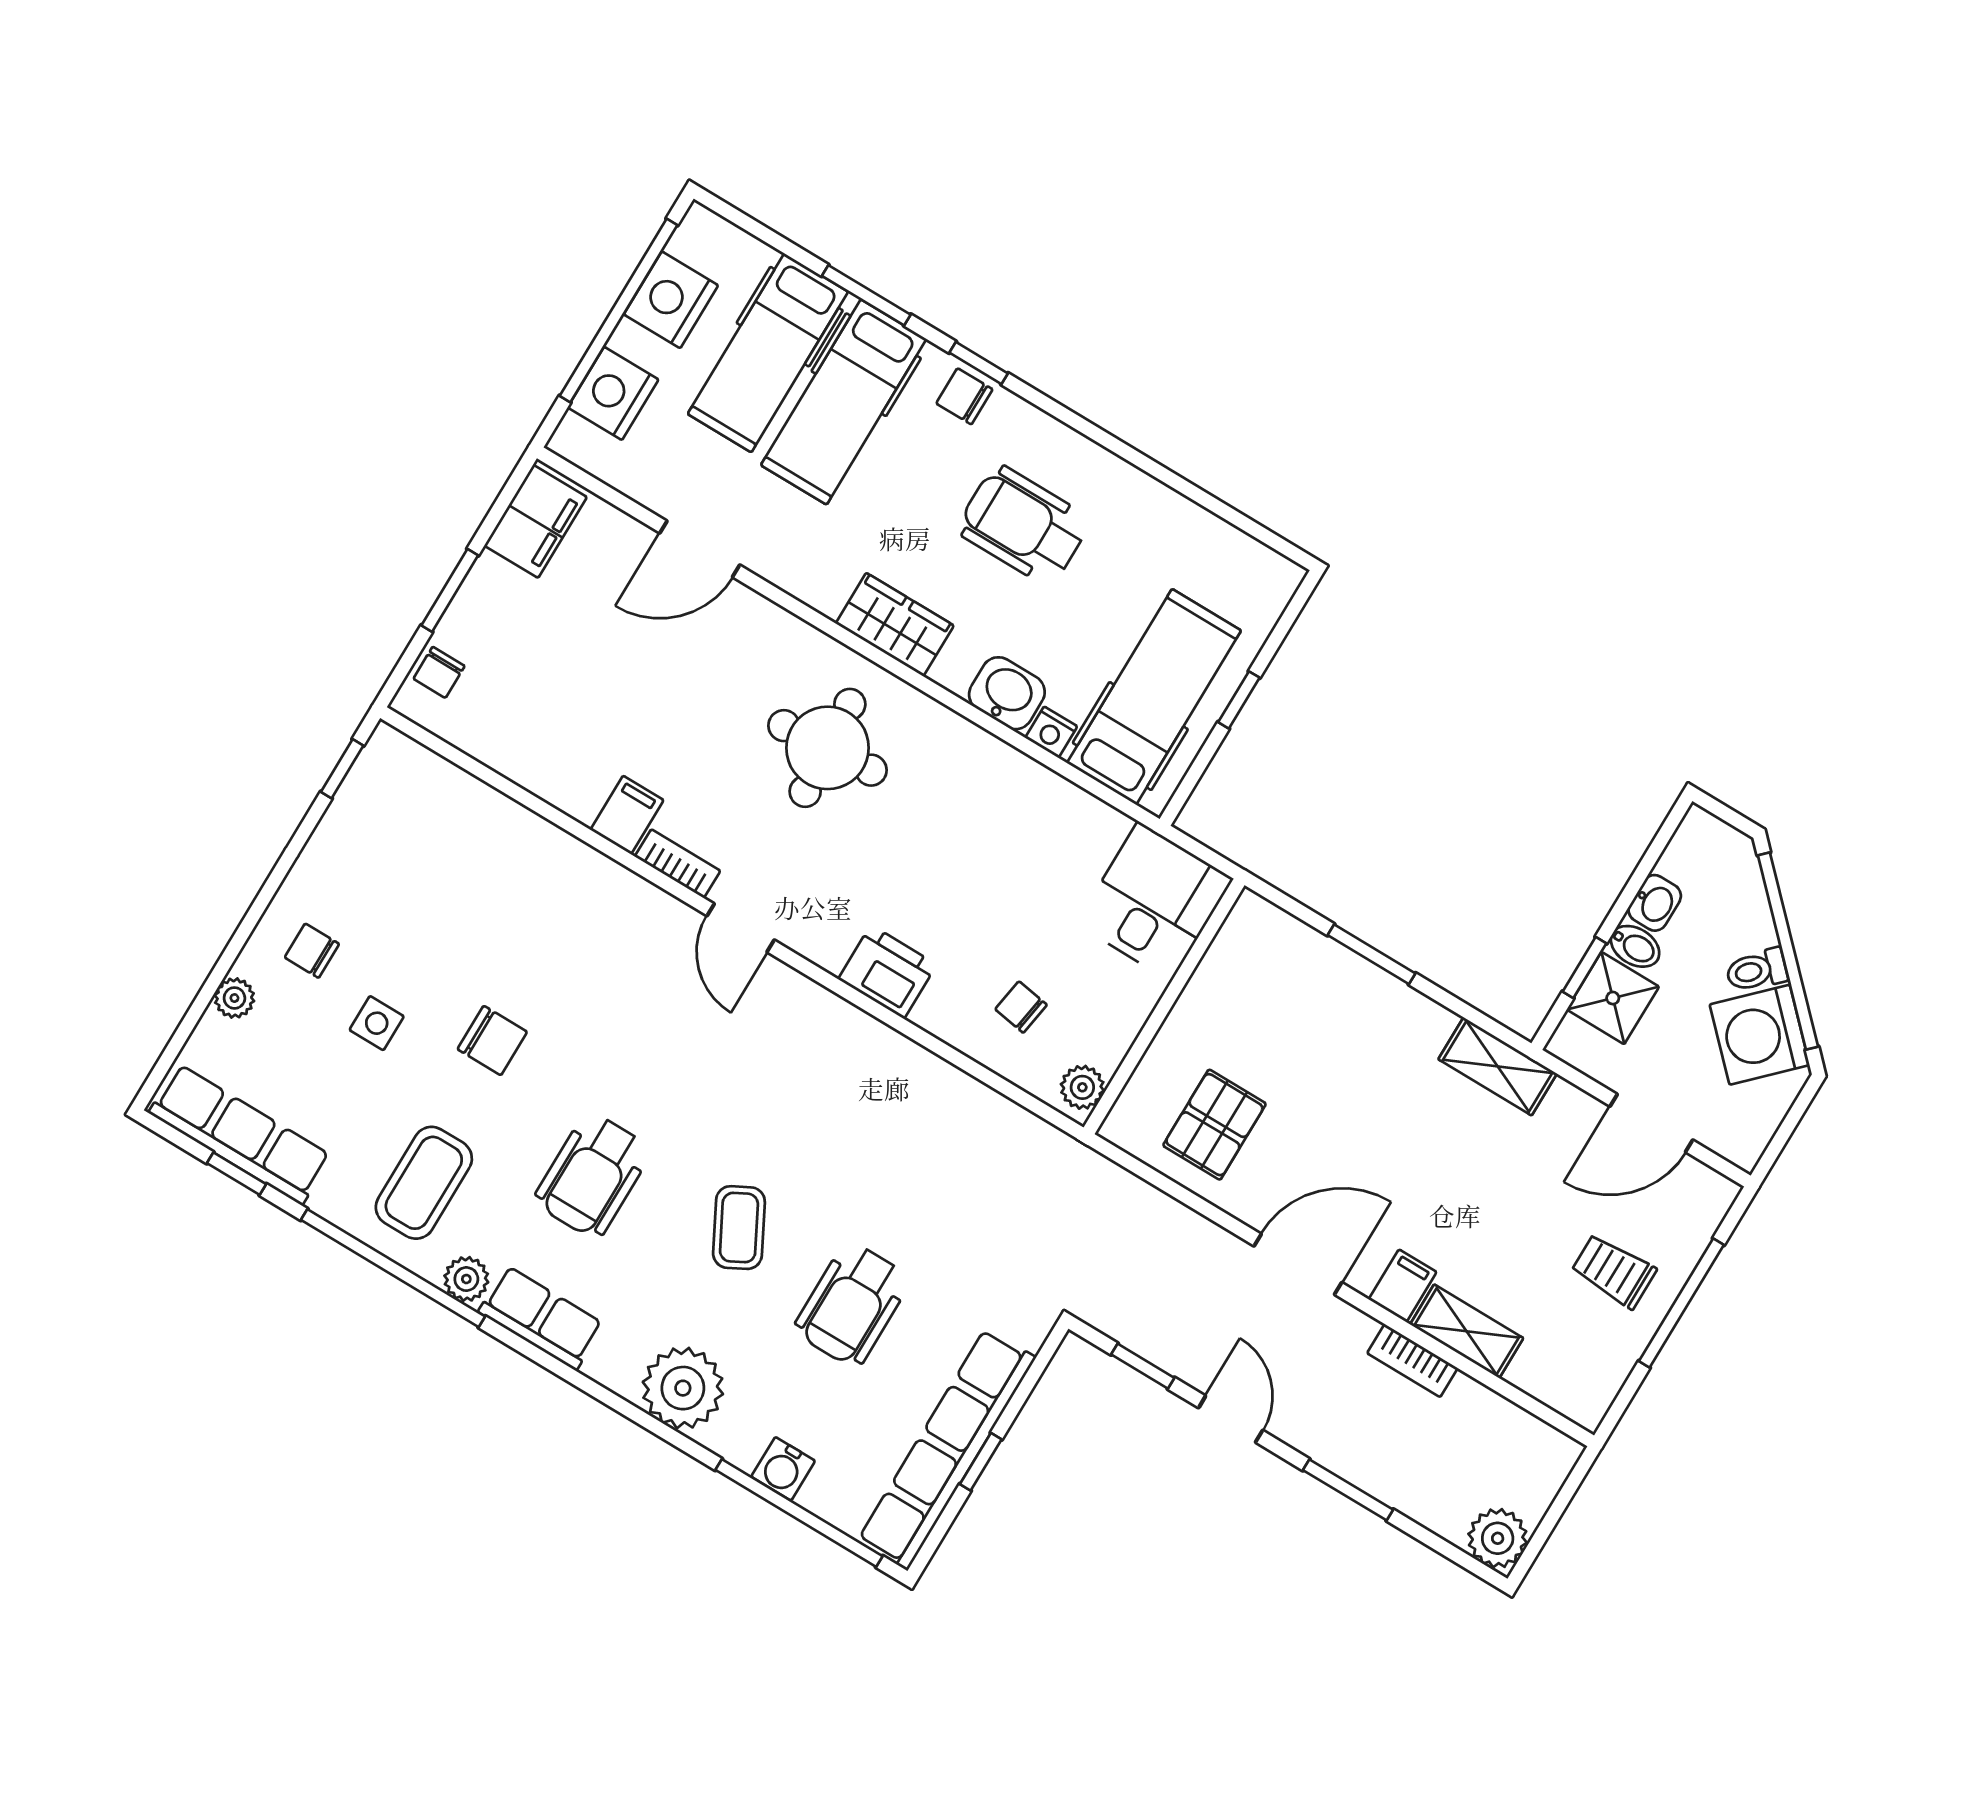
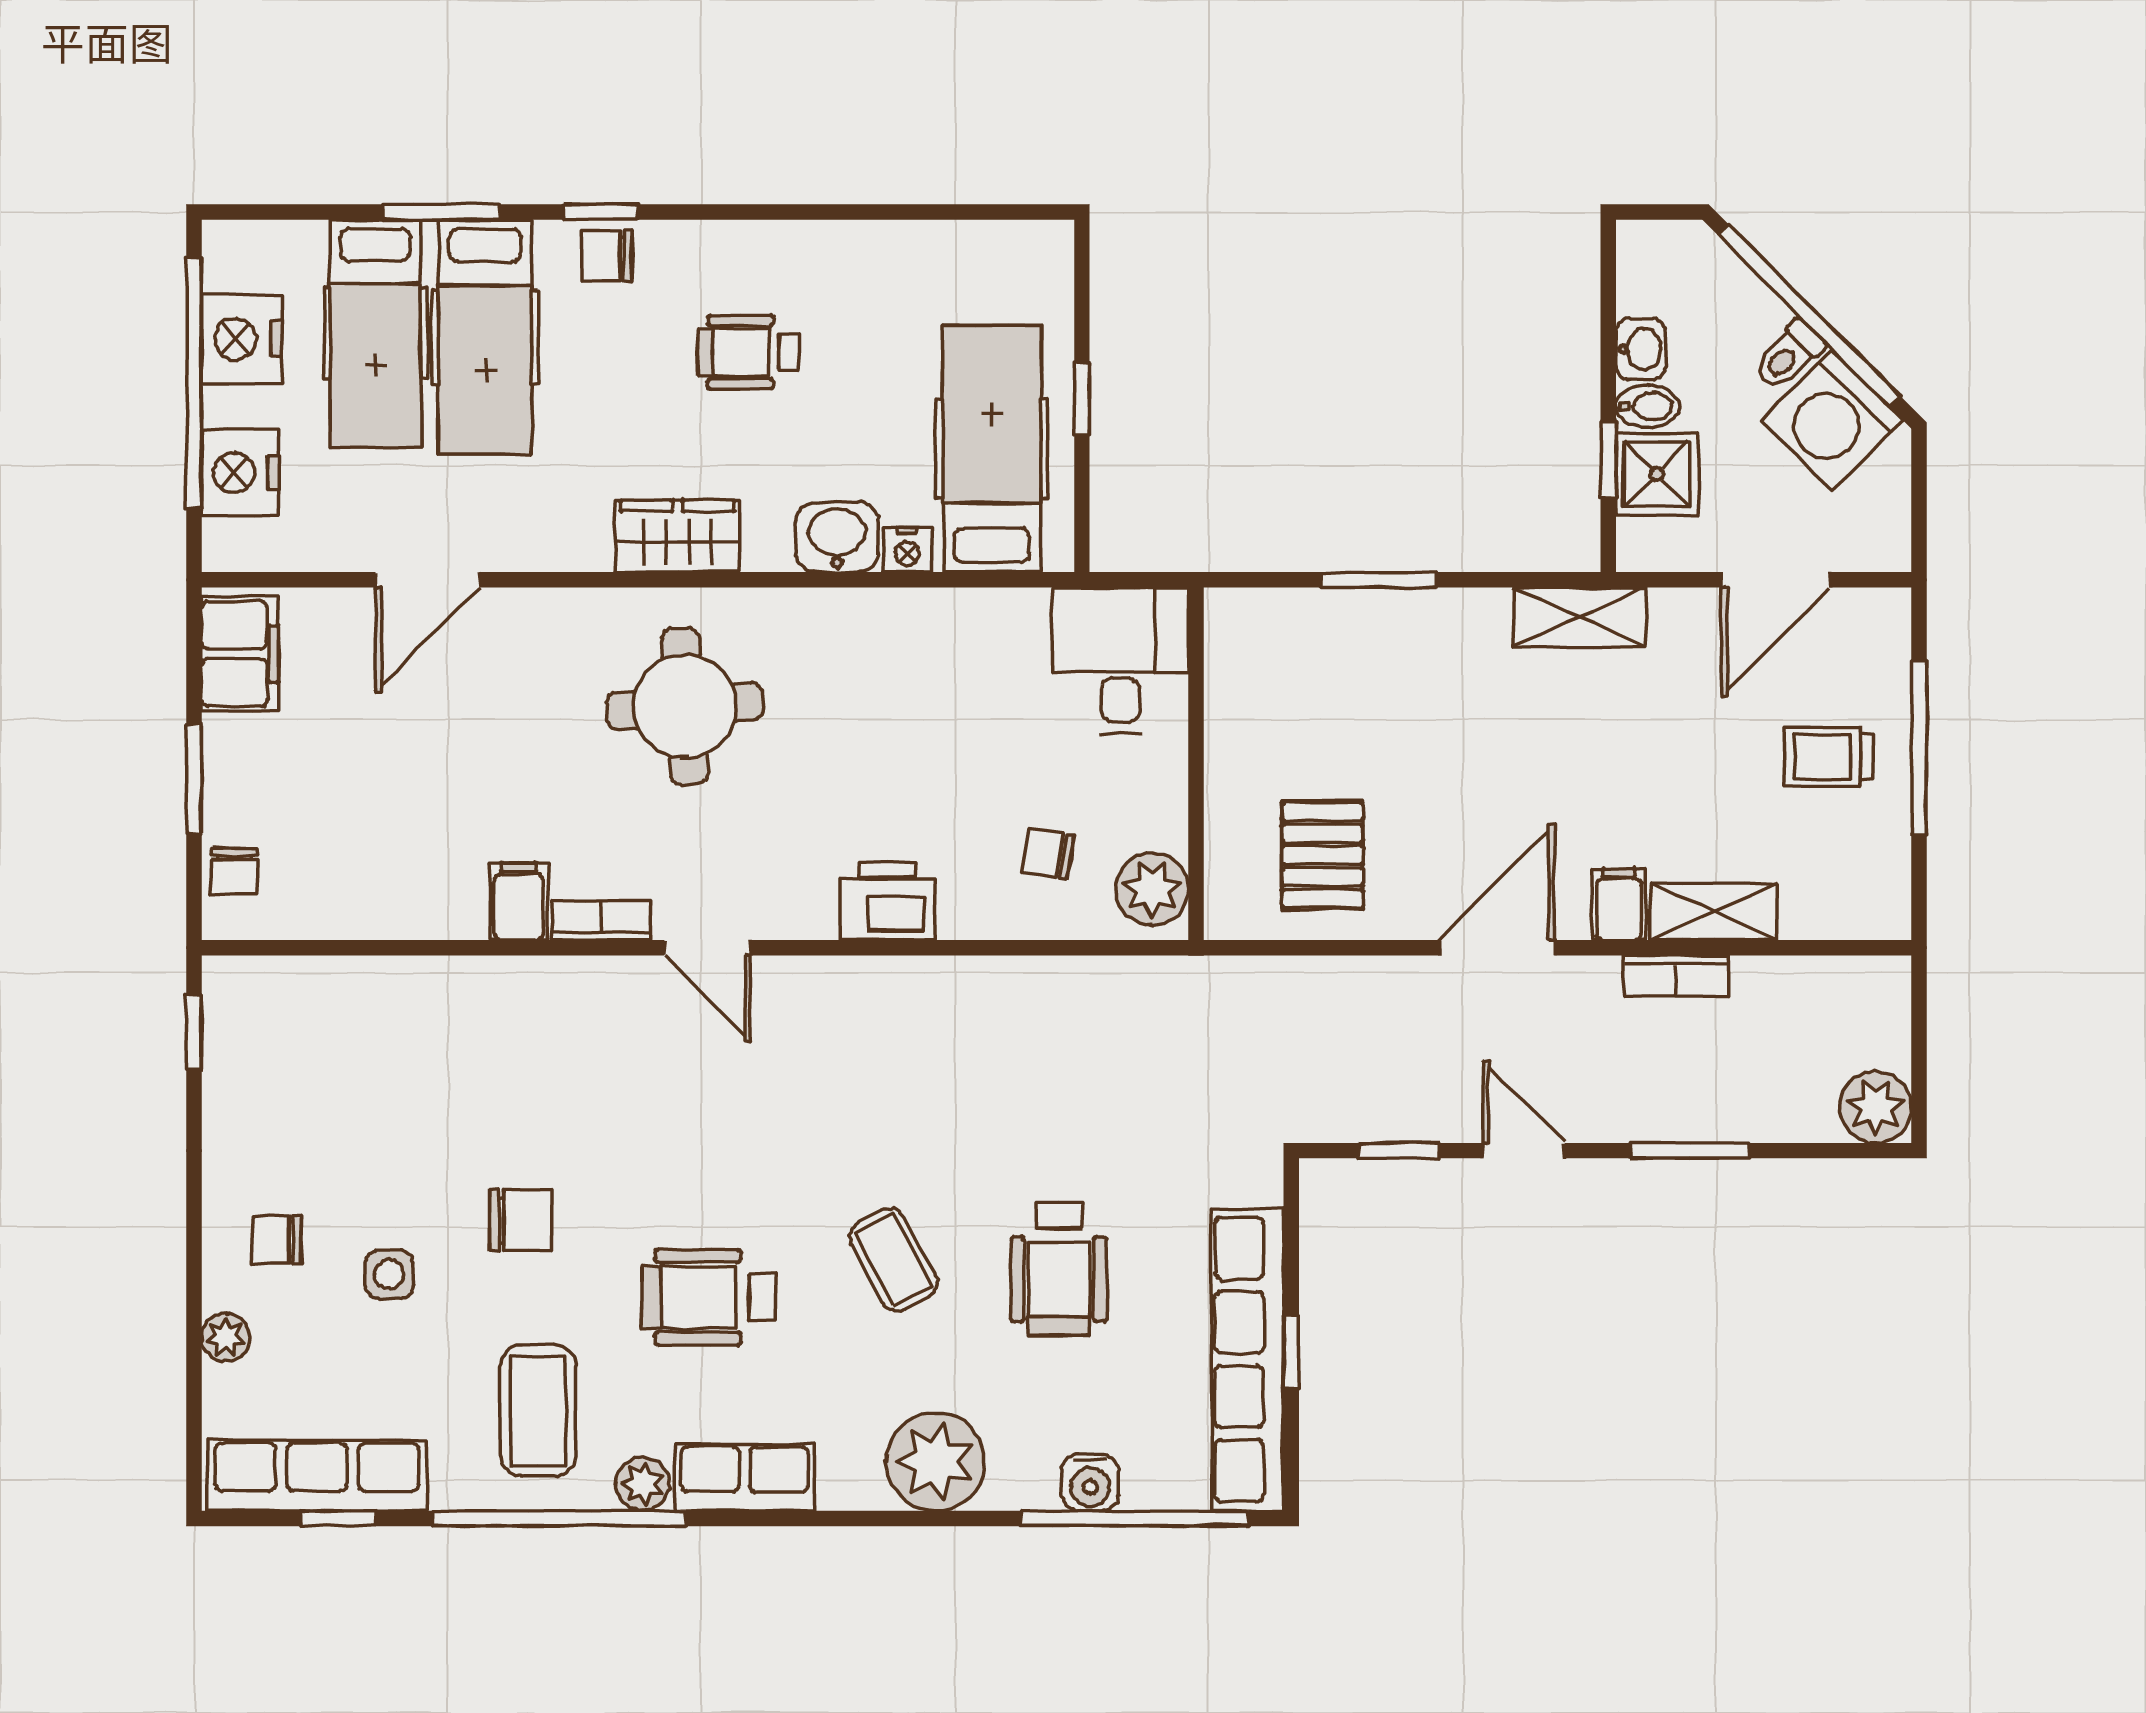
wheelchair: (1023, 525) -> (749, 352), width x0.73, depth x0.73
plant: (1082, 1087) -> (1152, 889), width x1.38, depth x1.38
wheelchair: (593, 1175) -> (709, 1297), turned 90

